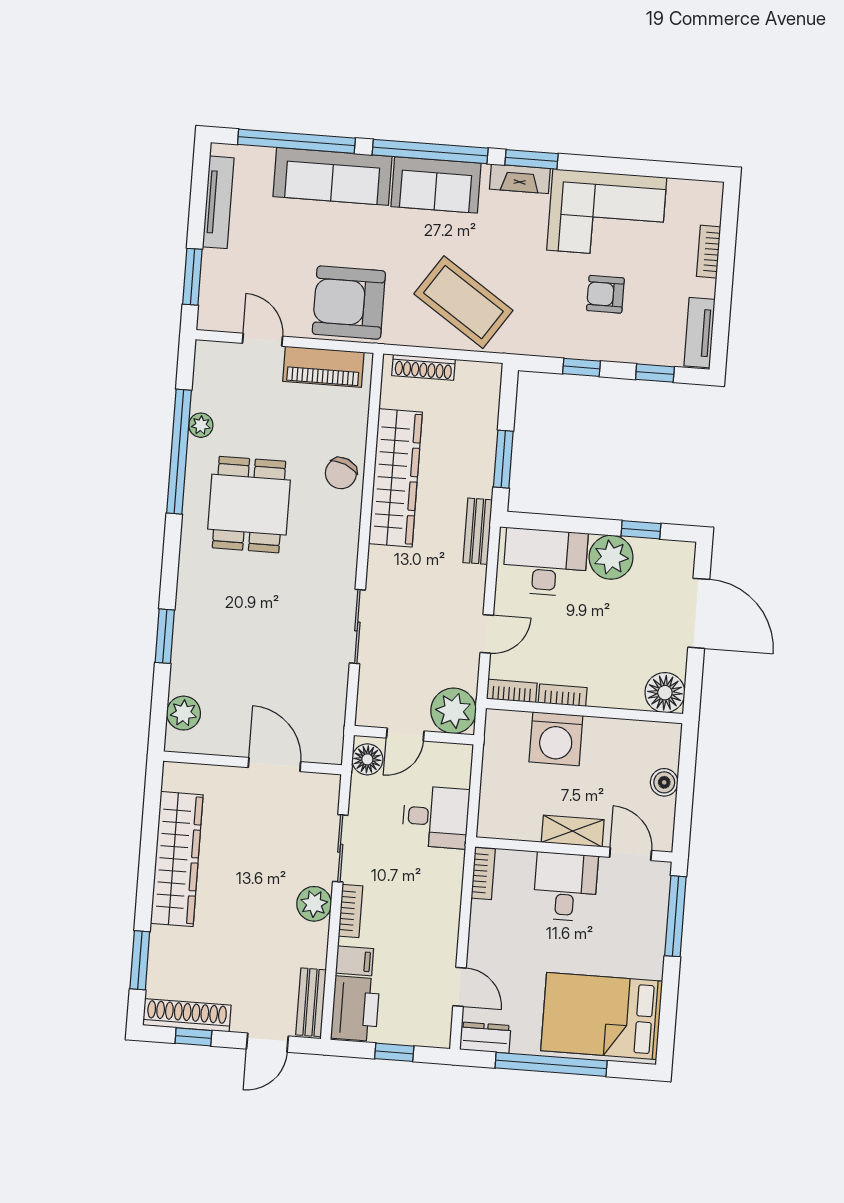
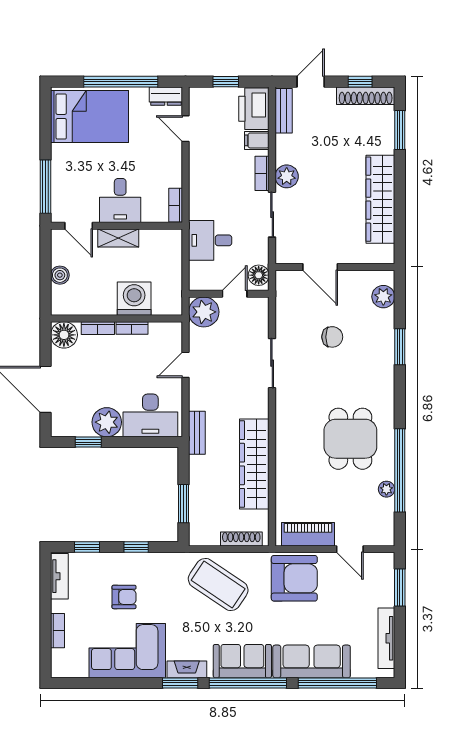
window: (503, 459) -> (184, 504), moved
chair: (341, 473) -> (332, 337), moved, turned 67
bookcase: (512, 691) -> (98, 328), moved

